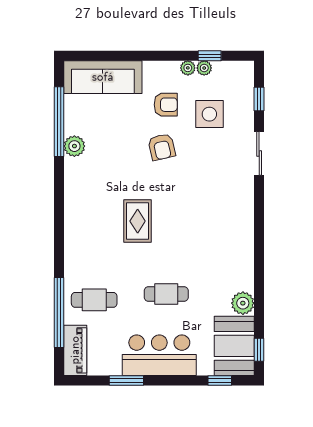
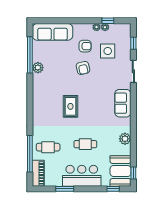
sofa: (239, 215) -> (123, 103), added
plant: (243, 303) -> (125, 139), moved

